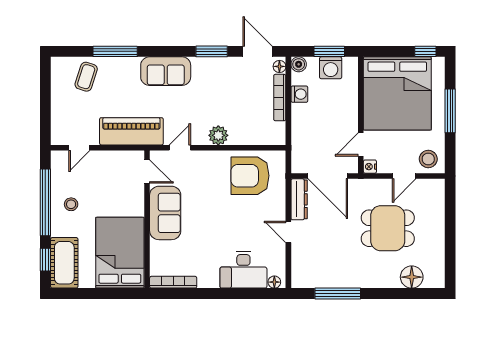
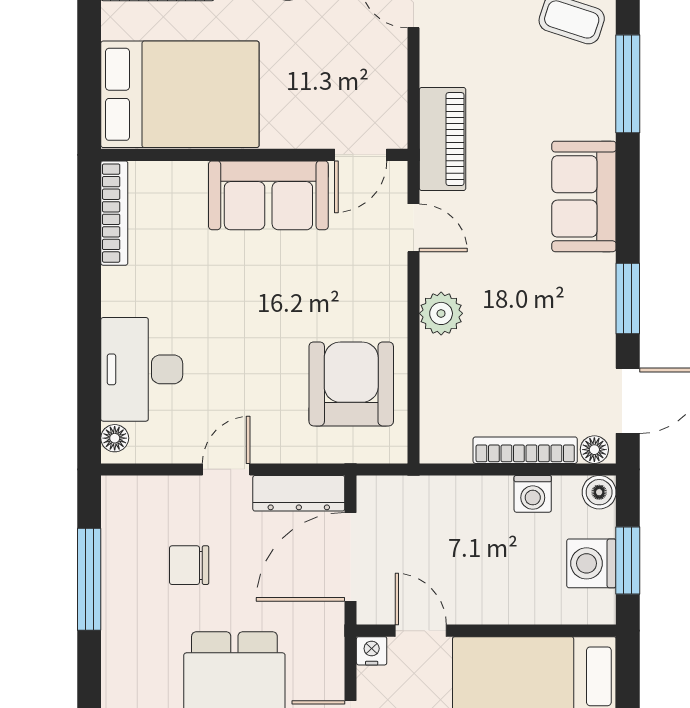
piano: (131, 131) -> (443, 139), width x0.73, depth x0.75
chair: (331, 249) -> (189, 565), added

